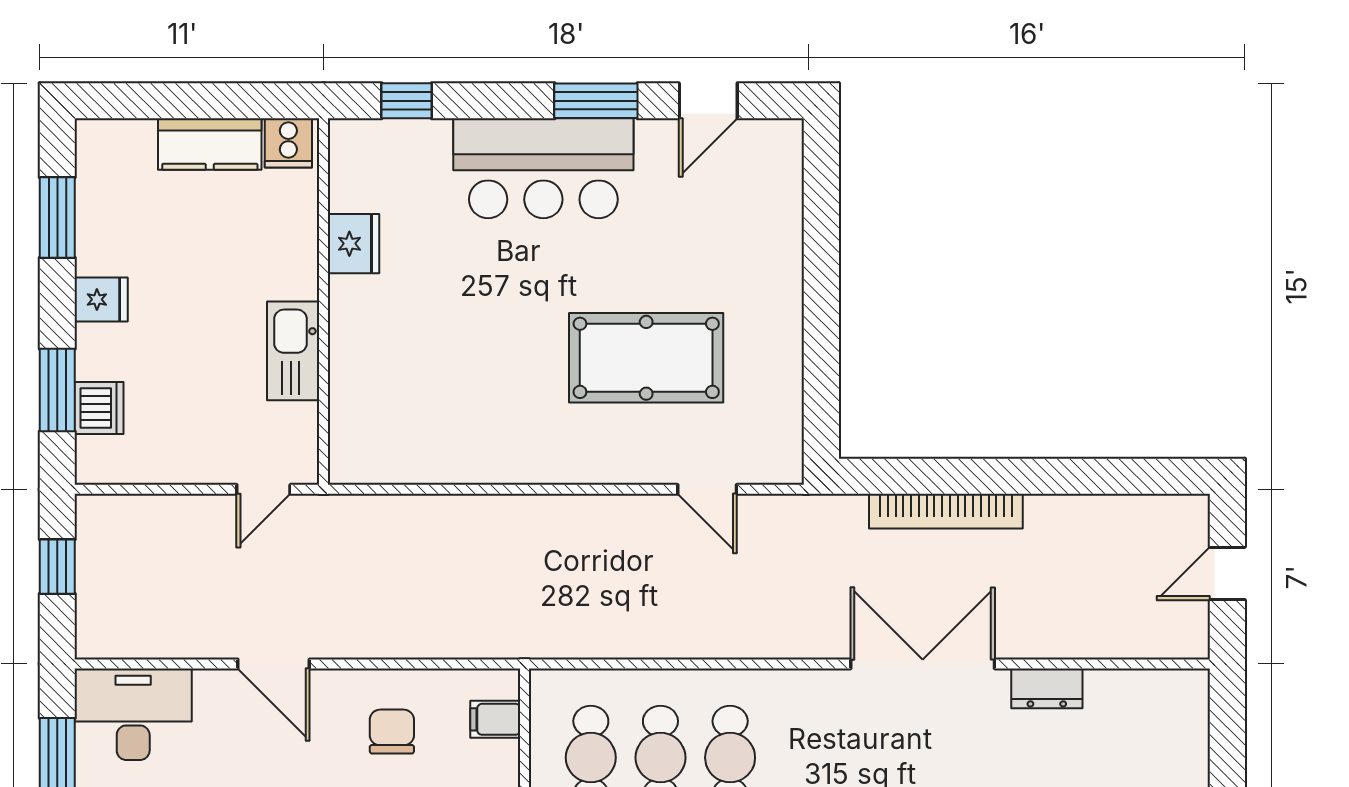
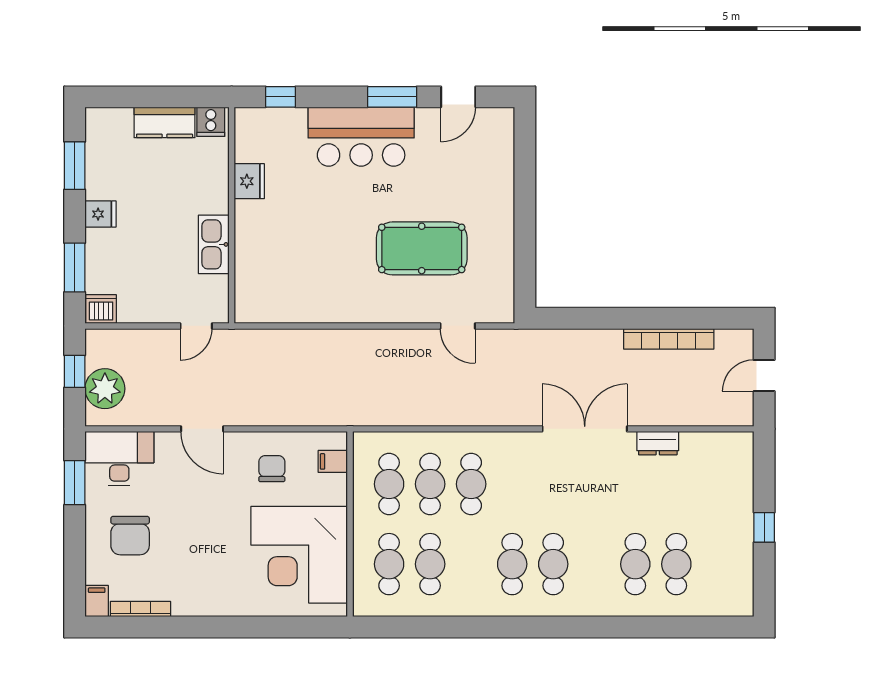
dishwasher: (99, 408) -> (101, 309), moved, turned -90
bookcase: (946, 511) -> (669, 339), moved
plant: (109, 596) -> (105, 389), added

